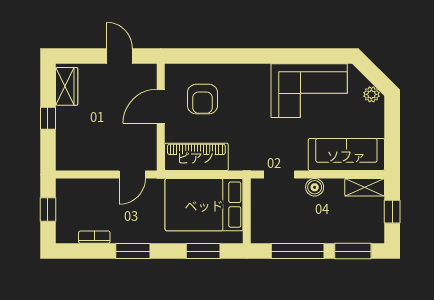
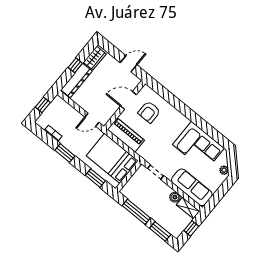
door: (120, 56) -> (129, 64), hinge flipped
dresser: (67, 138) -> (76, 80), added
boiler: (315, 187) -> (175, 197), moved

